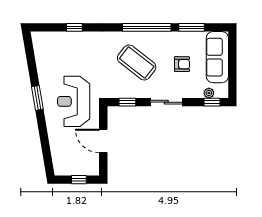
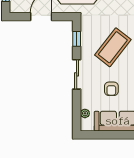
window: (212, 102) -> (77, 116), removed

